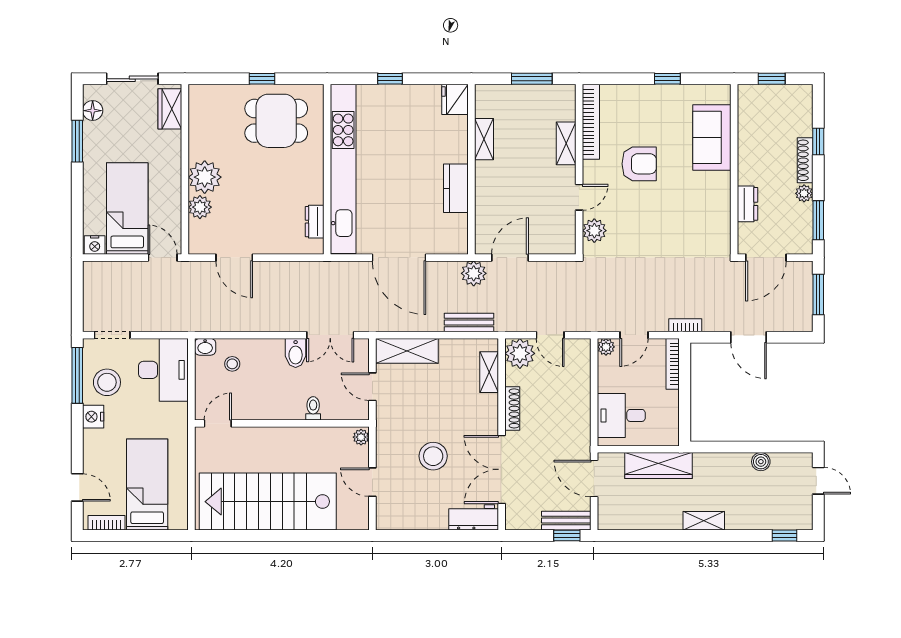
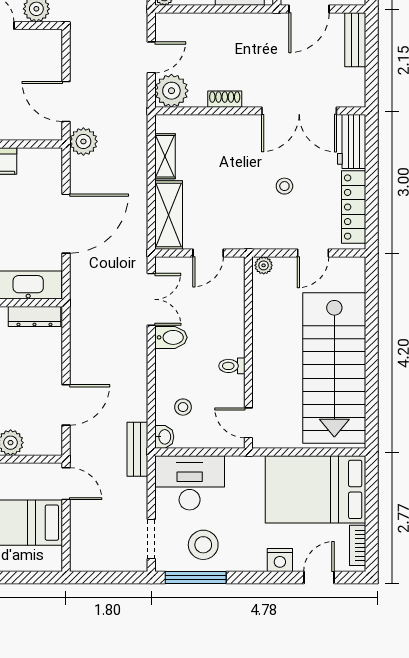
dresser: (315, 222) -> (34, 316), width x1.44
nightstand: (95, 245) -> (52, 558), removed
door: (163, 258) -> (66, 484), swing flipped
bench: (469, 322) -> (137, 449), moved
shelving: (489, 372) -> (165, 156), moved, turned 90
toilet: (313, 408) -> (232, 366), moved
shoe rack: (512, 408) -> (225, 99), width x0.70
nightstand: (93, 417) -> (280, 560), moved
stool: (433, 456) -> (284, 186), width x0.53, depth x0.53
bed: (147, 484) -> (316, 489), width x1.50
locker: (414, 519) -> (354, 207), added
window: (567, 535) -> (372, 39), removed

